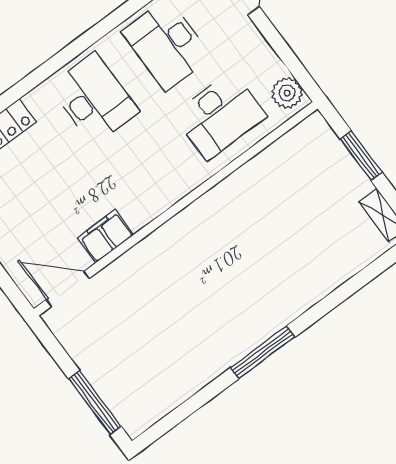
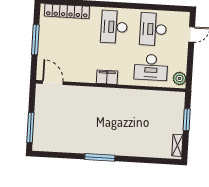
desk: (94, 99) -> (114, 27), turned 180
filing cabinet: (106, 236) -> (107, 77), moved

